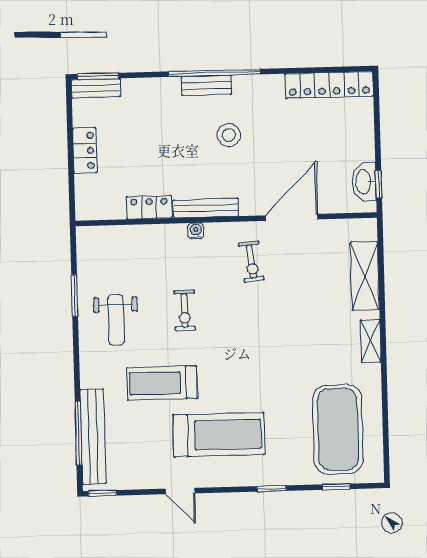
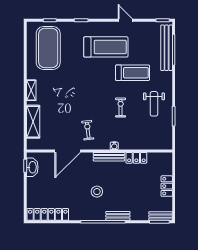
bench: (206, 85) -> (118, 216), moved
weight bench: (116, 320) -> (154, 104), turned 180
treadmill: (219, 435) -> (106, 47), turned 180

